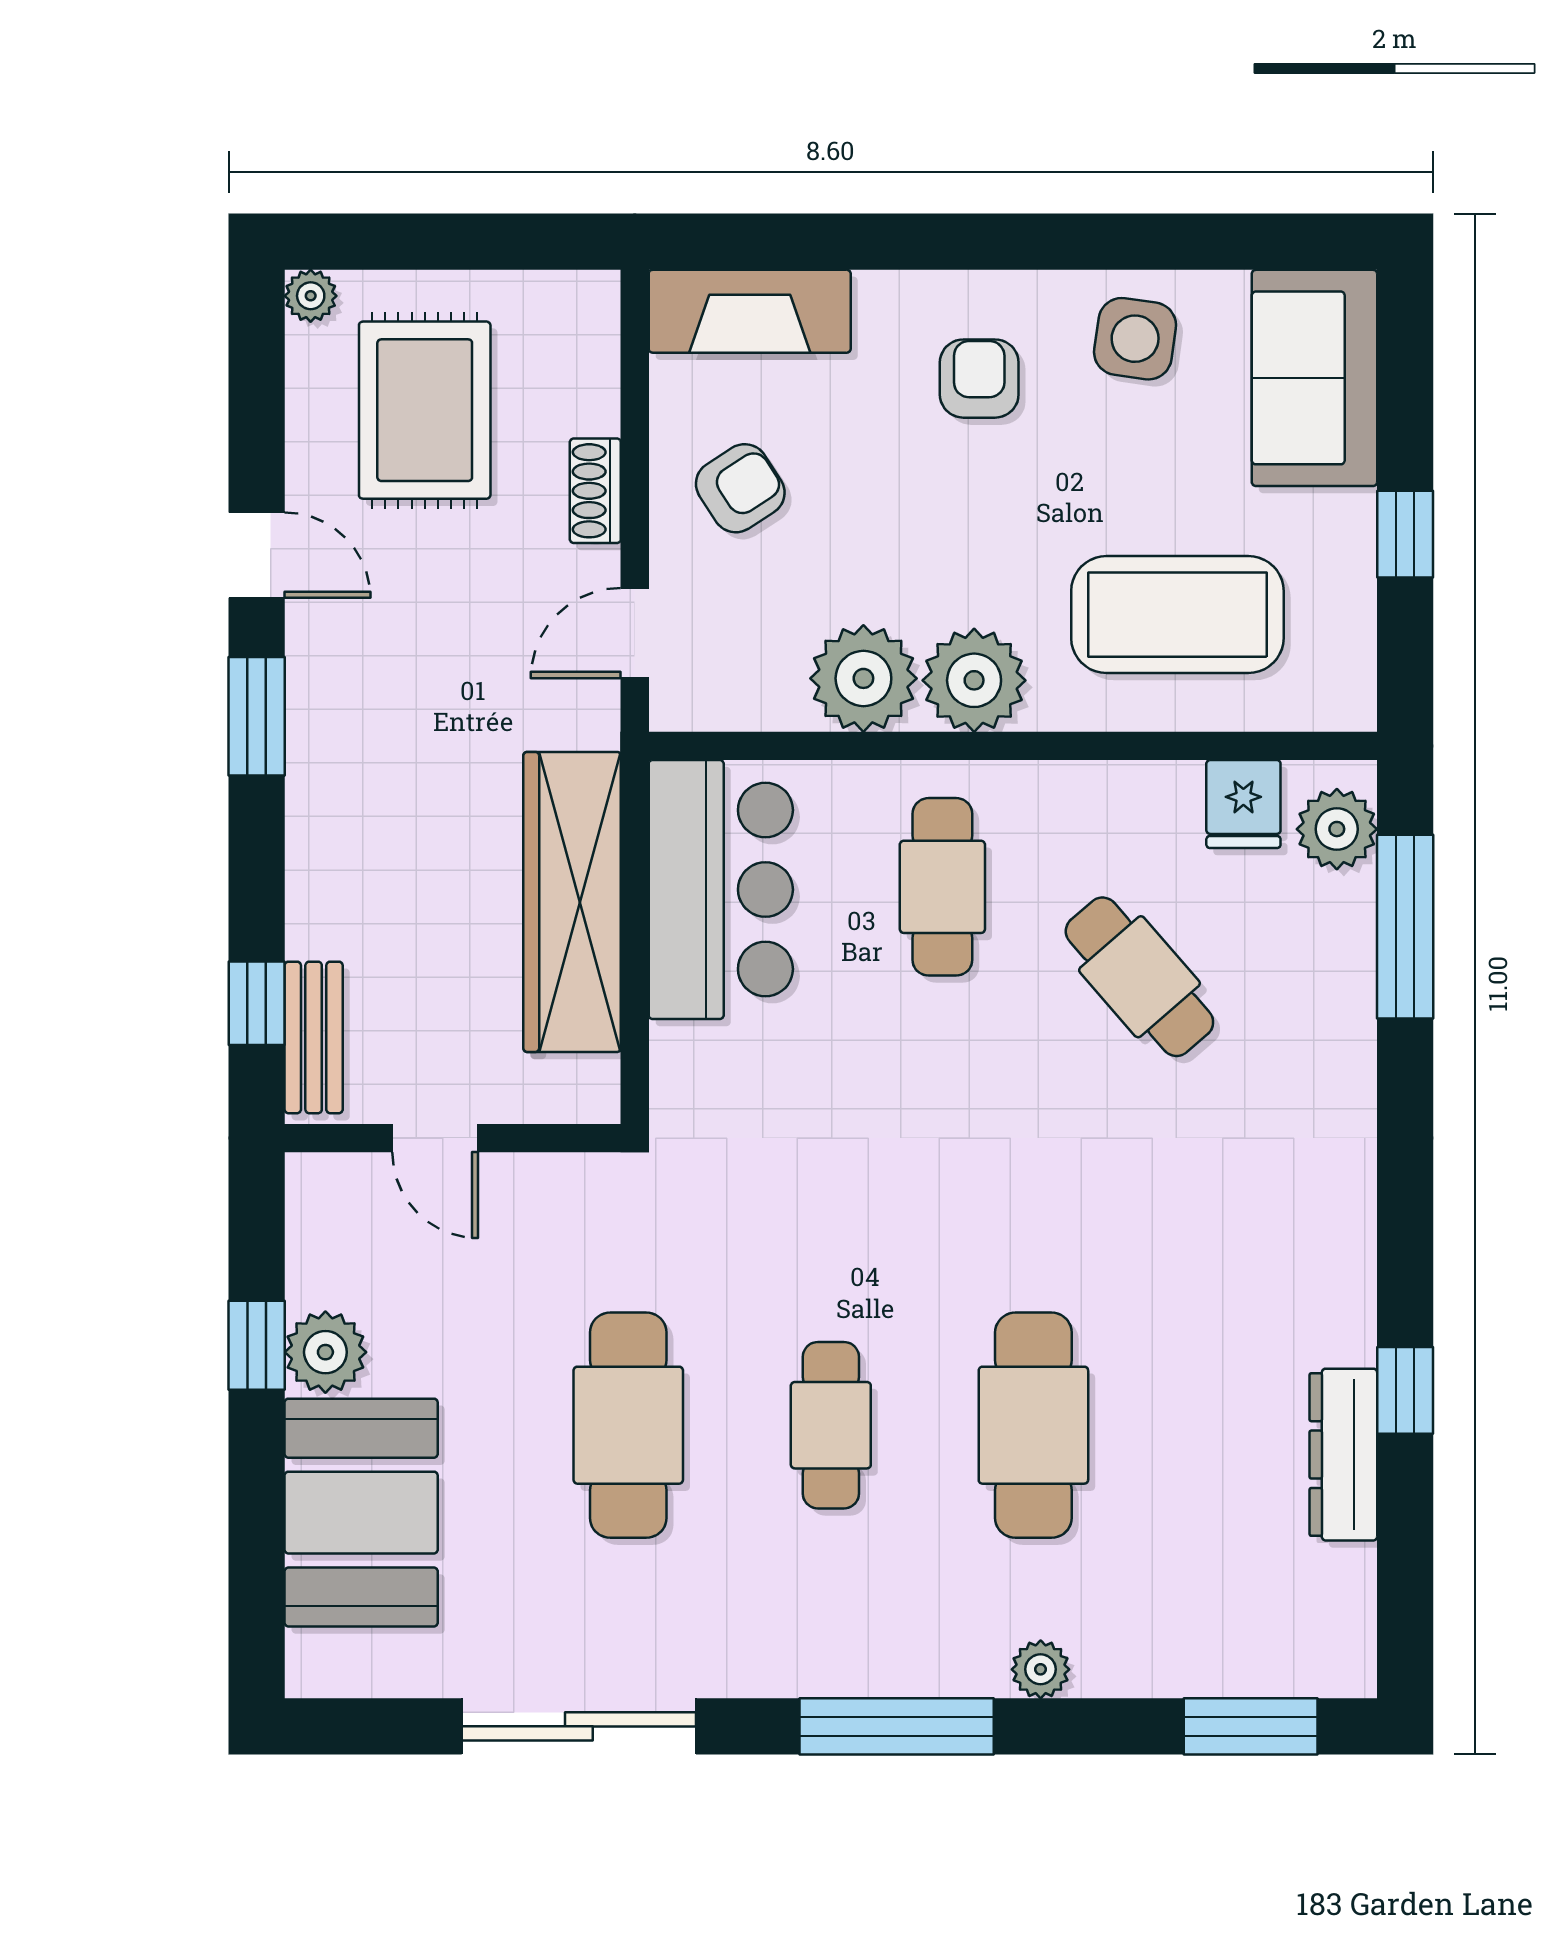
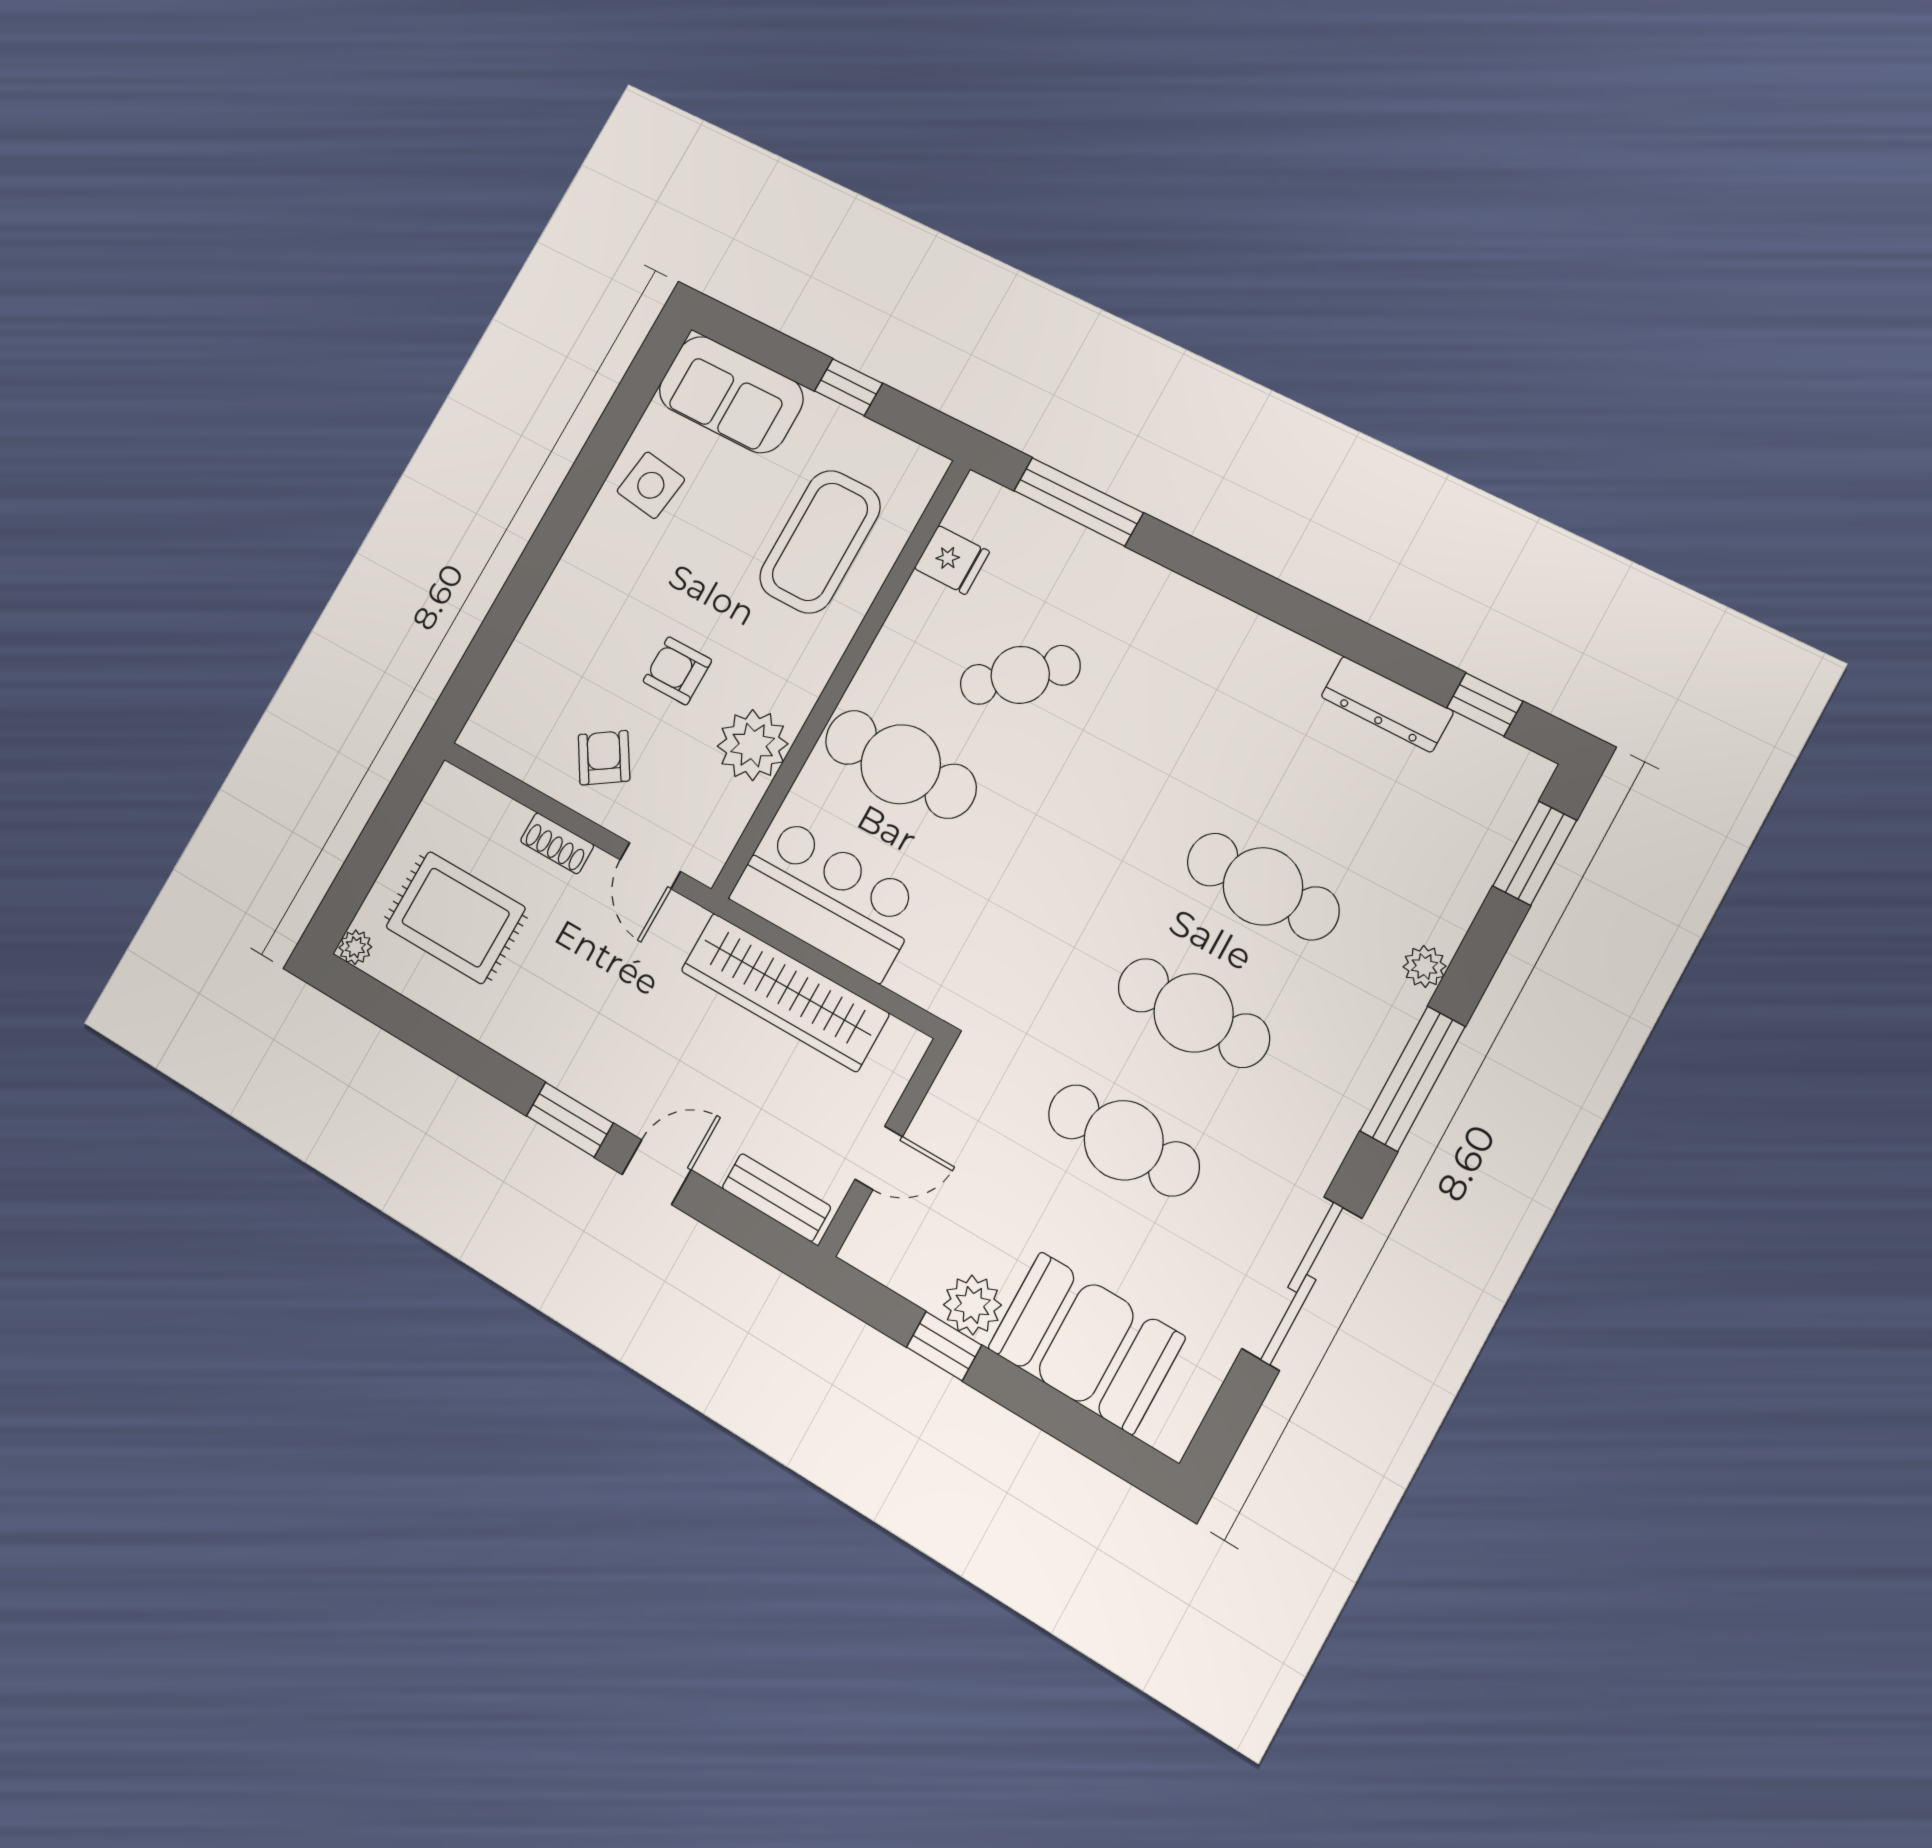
fireplace: (750, 311) -> (509, 698), removed
armchair: (979, 379) -> (677, 671), moved
door: (257, 555) -> (657, 1172), moved
plant: (974, 680) -> (790, 680), removed
plant: (1337, 829) -> (997, 513), removed
cafe table: (942, 887) -> (901, 764), width x1.37, depth x1.35
window: (257, 1003) -> (736, 1220), removed
window: (1405, 1390) -> (1485, 704), moved
cafe table: (831, 1425) -> (1194, 1013), width x1.37, depth x1.35

